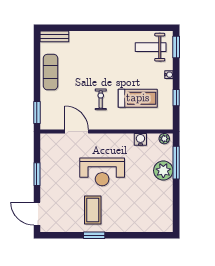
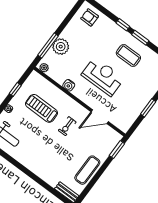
door: (77, 132) -> (100, 117), hinge flipped
water cooler: (140, 139) -> (69, 85), moved
coffee table: (93, 210) -> (128, 55), turned 90
armchair: (157, 219) -> (90, 17), added
window: (120, 235) -> (123, 25), added

